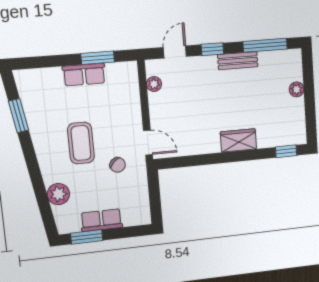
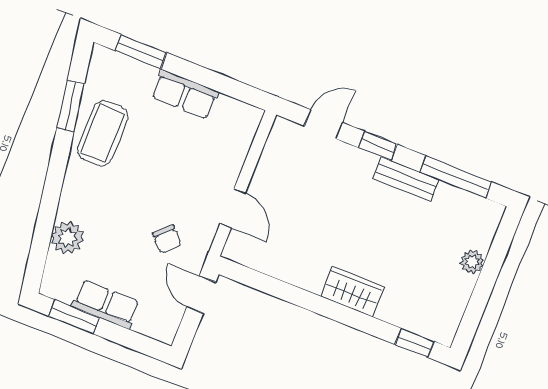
window: (98, 58) -> (141, 52), moved
plant: (154, 84) -> (273, 154), removed
coffee table: (81, 143) -> (103, 133), moved
door: (148, 143) -> (233, 208), moved
door: (154, 186) -> (201, 295), added

